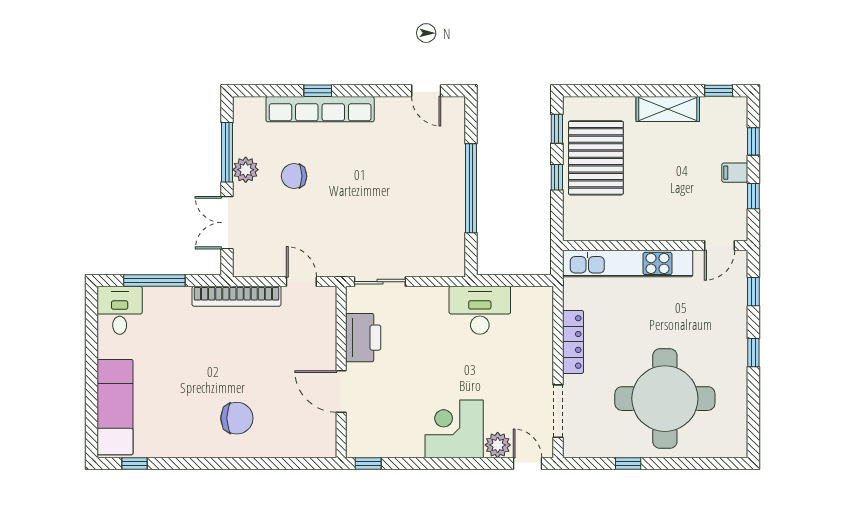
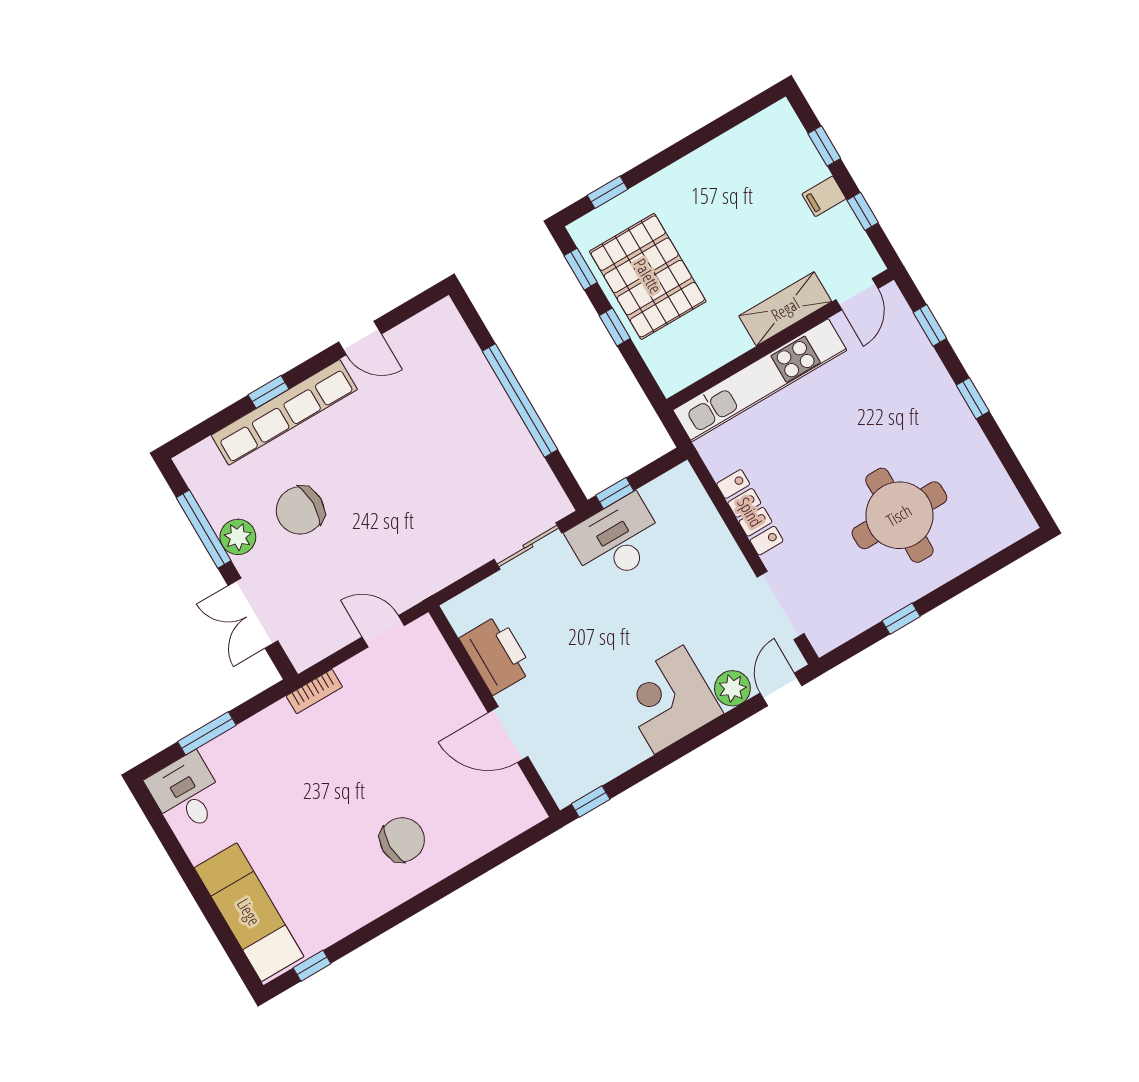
door: (426, 91) -> (360, 338), moved
window: (719, 91) -> (607, 192), moved
shelving: (668, 109) -> (785, 309), moved
chair: (294, 176) -> (300, 510), width x1.37, depth x1.37
window: (154, 280) -> (207, 733), width x0.69
window: (496, 280) -> (615, 493), added
sliding door: (380, 282) -> (528, 546), moved
bookcase: (236, 296) -> (314, 691), width x0.43, depth x0.76
round table: (665, 399) -> (899, 515), width x0.73, depth x0.73
door: (528, 463) -> (781, 689), hinge flipped

